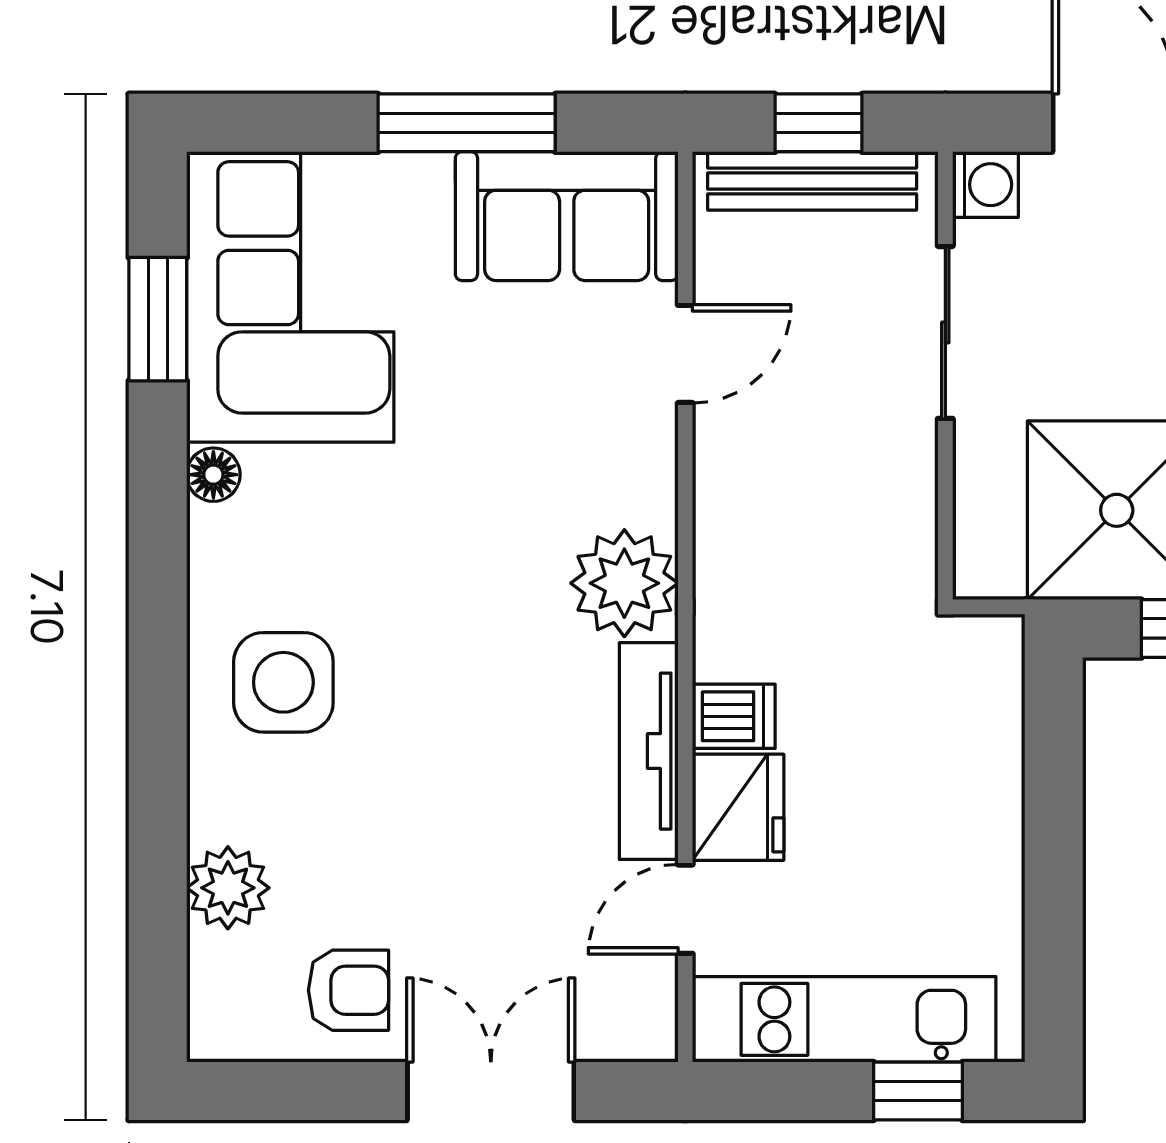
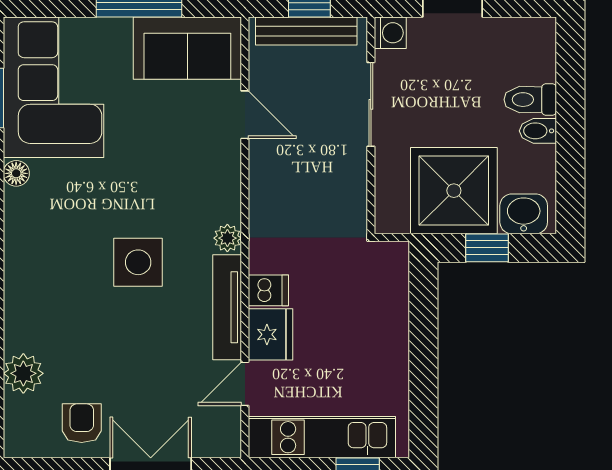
door: (685, 354) -> (245, 115), hinge flipped
plant: (624, 583) -> (227, 238), width x0.53, depth x0.53
side table: (283, 682) -> (138, 262), moved
armchair: (348, 990) -> (82, 423), turned -90

